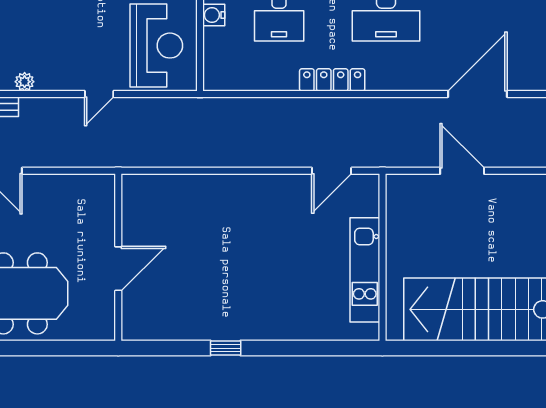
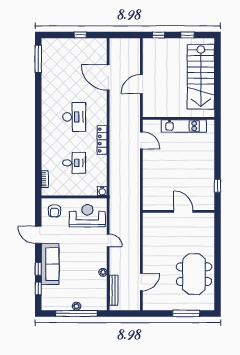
water cooler: (214, 15) -> (102, 191), moved
wall: (118, 257) -> (178, 211), moved
door: (118, 269) -> (183, 211), moved

